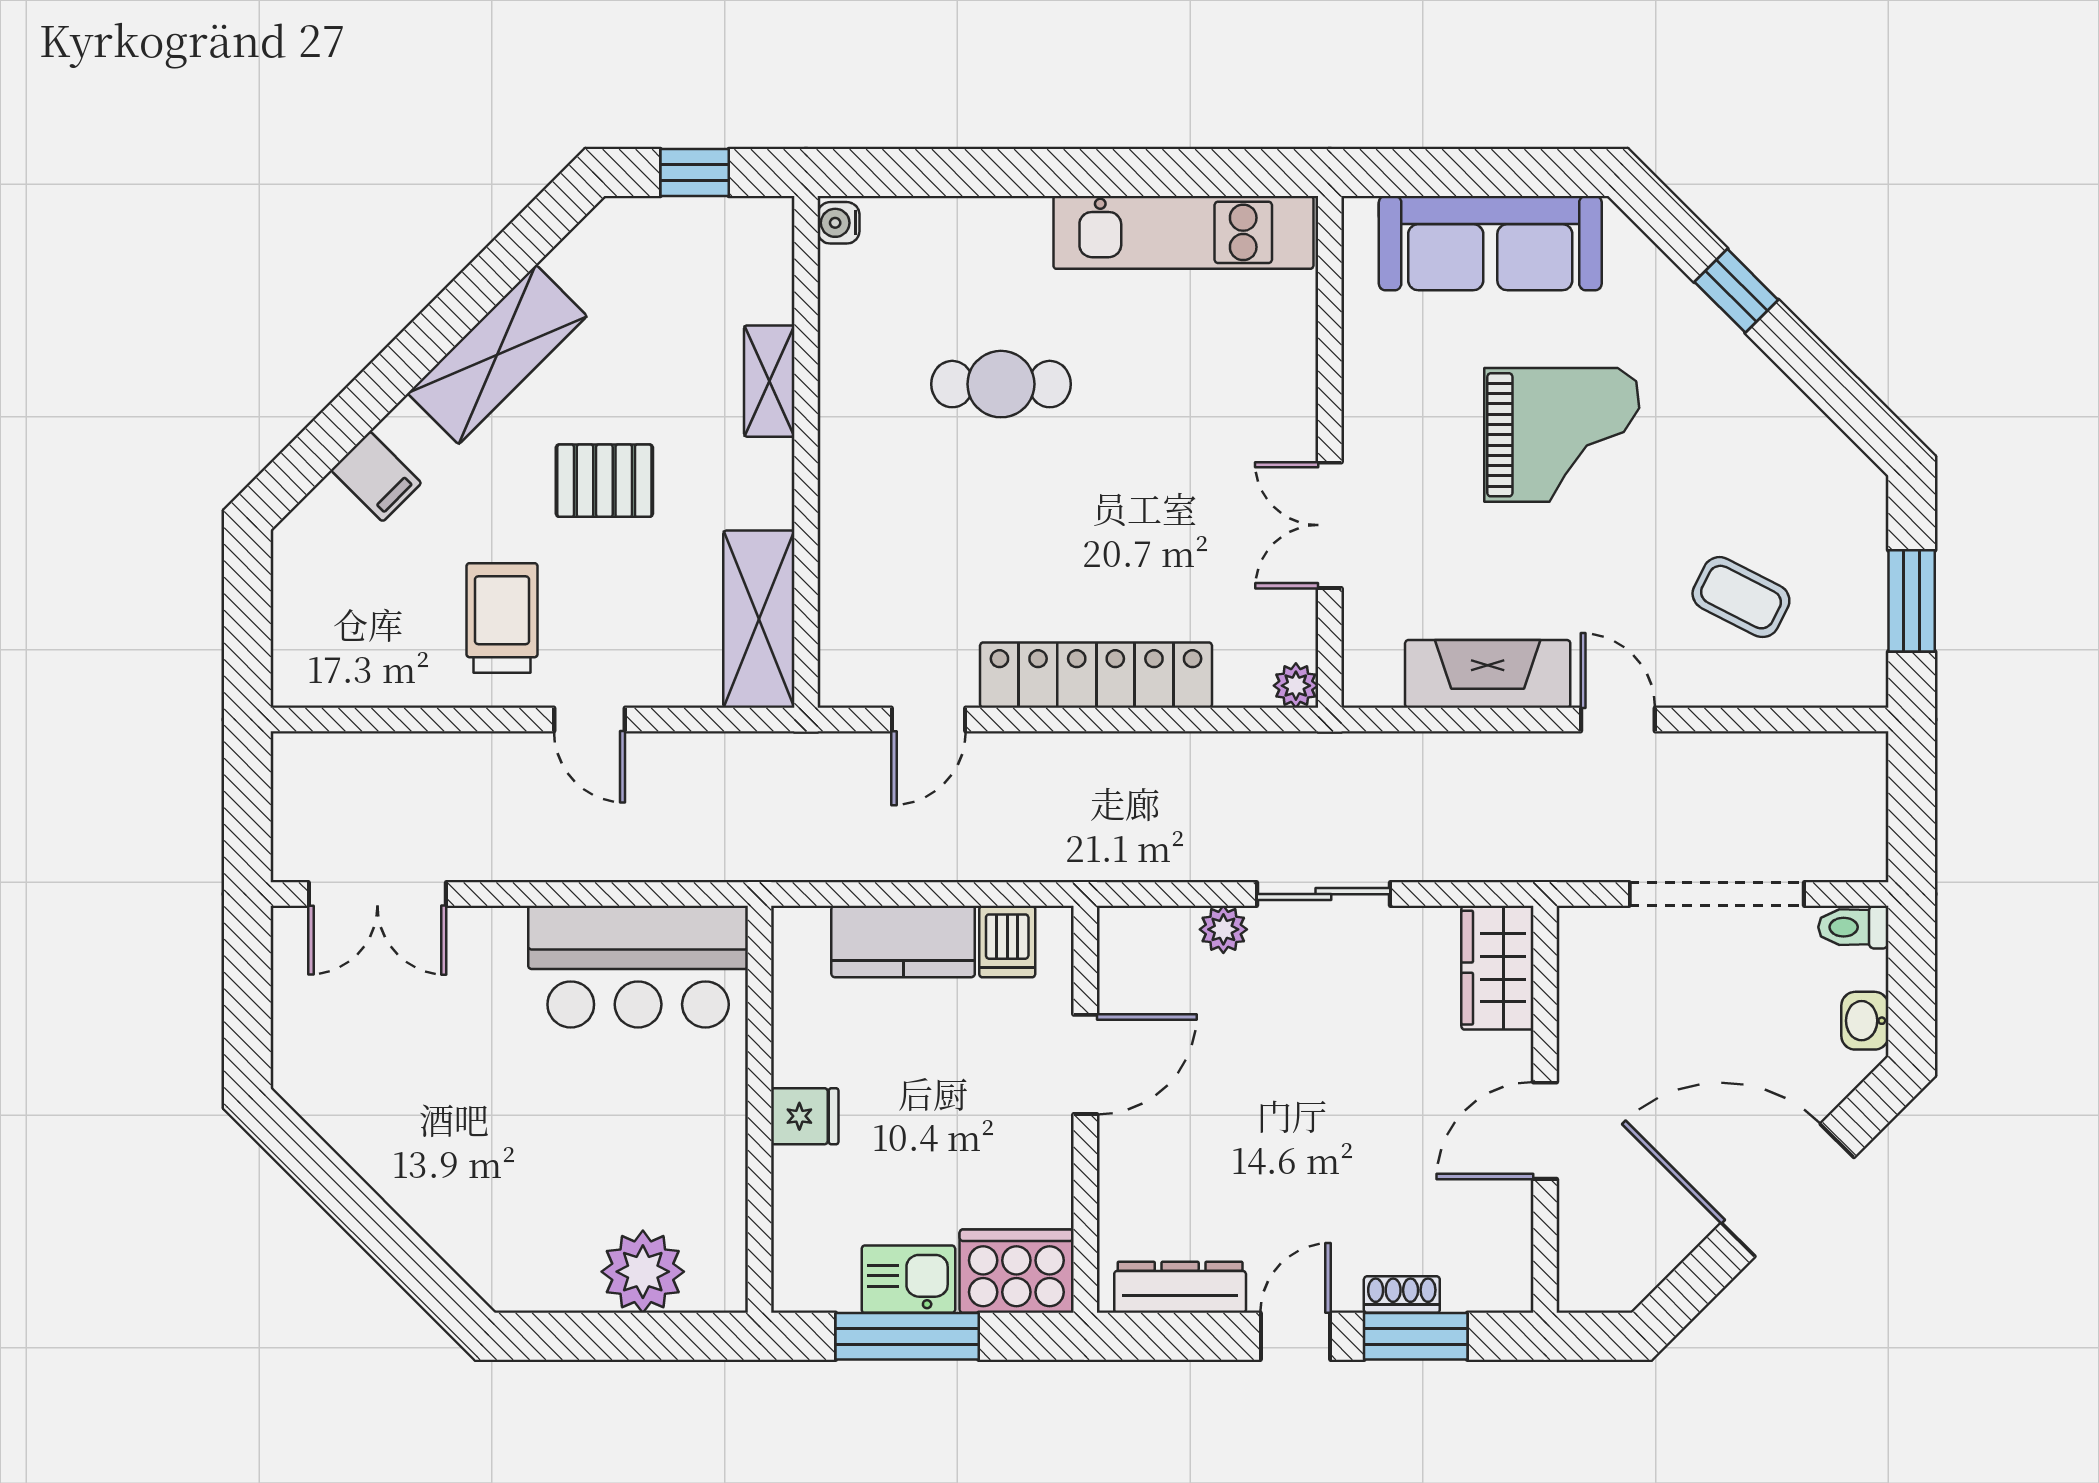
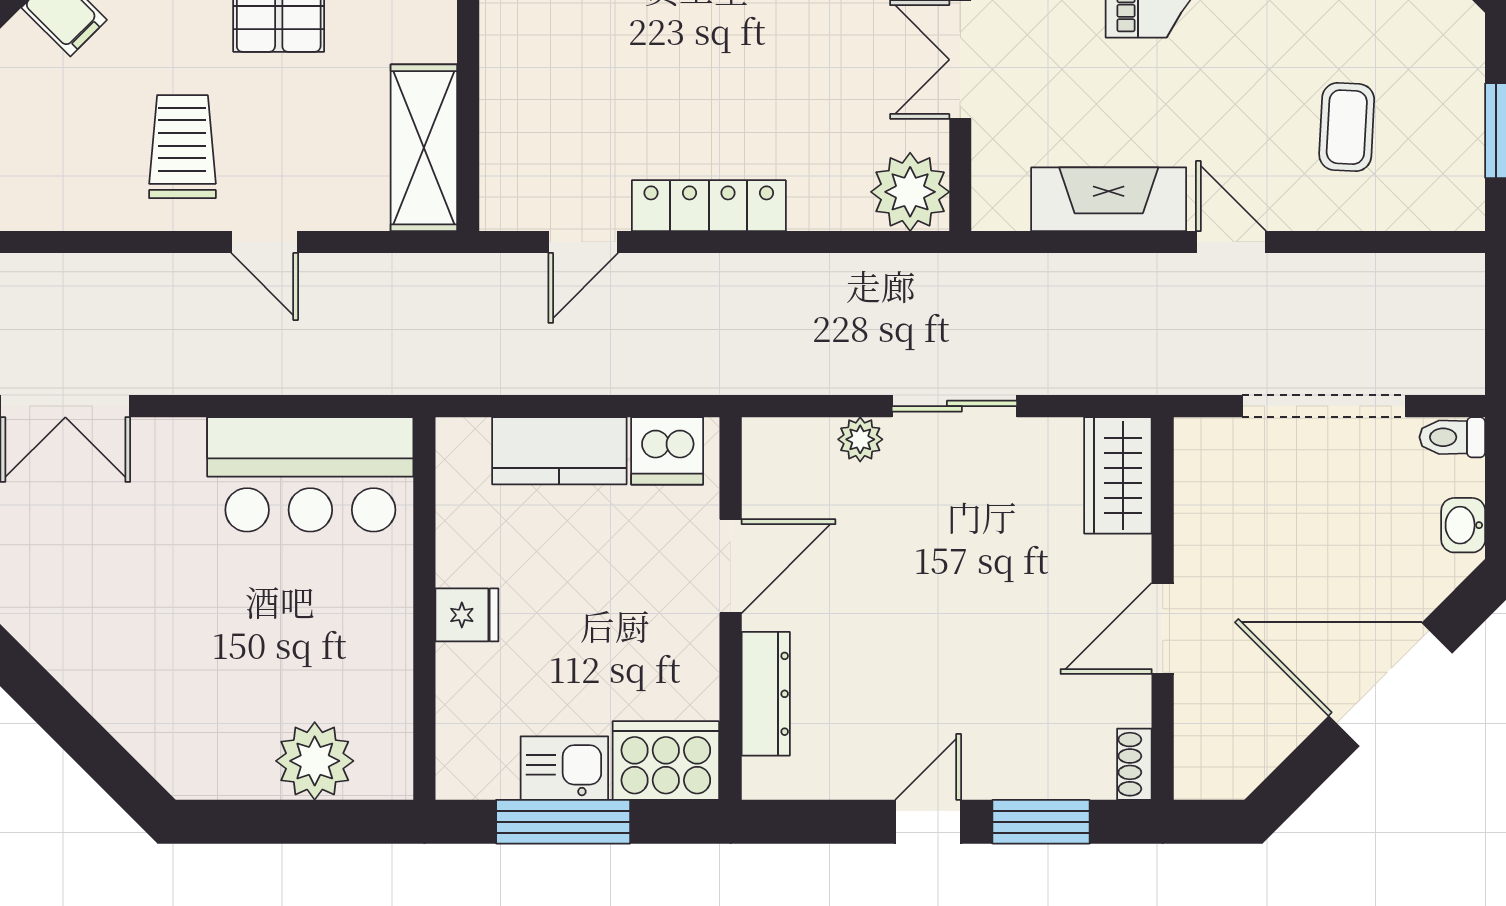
coffee table: (1741, 597) -> (1347, 127), turned 66
locker: (1096, 675) -> (709, 206), width x0.71, depth x0.83
plant: (1296, 686) -> (910, 192), width x1.88, depth x1.88
dishwasher: (1007, 942) -> (667, 451), width x1.38
dresser: (1180, 1287) -> (766, 694), moved, turned 90
shoe rack: (1402, 1295) -> (1134, 764), moved, turned -90

